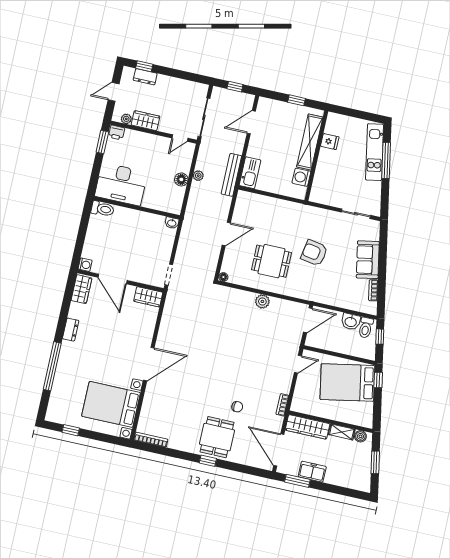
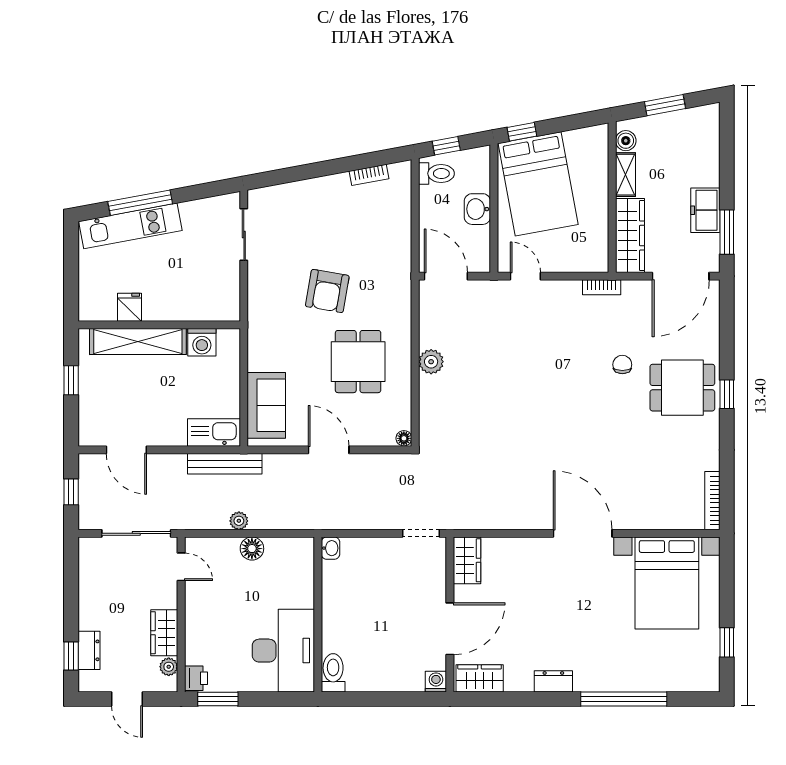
sofa: (368, 260) -> (266, 405), moved, turned -79
washbasin: (351, 322) -> (477, 209), moved, turned 180

